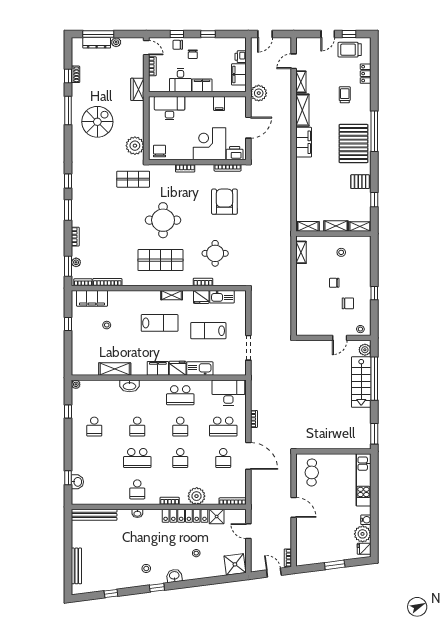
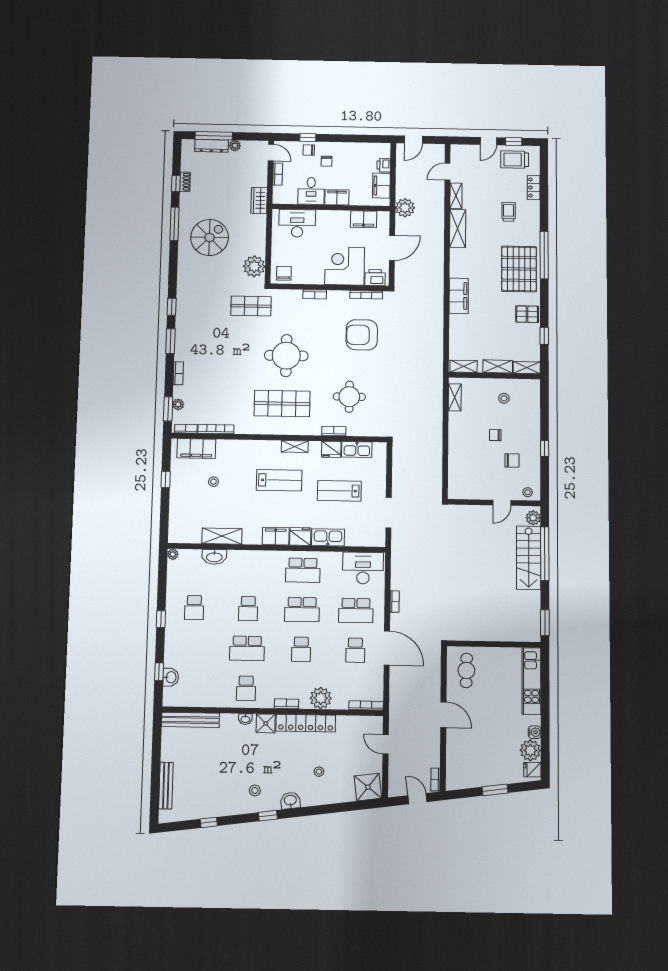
window: (208, 34) -> (345, 138), removed
filing cabinet: (219, 104) -> (364, 219), width x2.00
filing cabinet: (304, 142) -> (459, 296), moved
armchair: (224, 202) -> (362, 335), turned -90
washbasin: (129, 386) -> (214, 557), moved
window: (68, 411) -> (161, 619), moved
school desk: (180, 427) -> (302, 610), width x1.85
shower: (217, 517) -> (266, 723), moved

